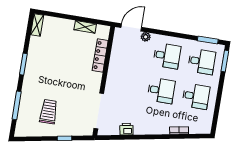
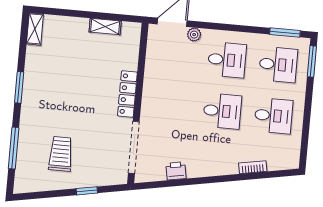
locker: (100, 55) -> (127, 94), moved

